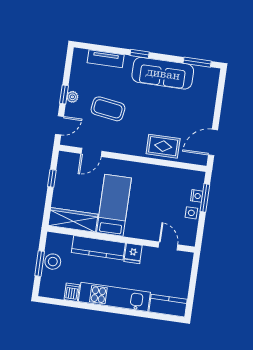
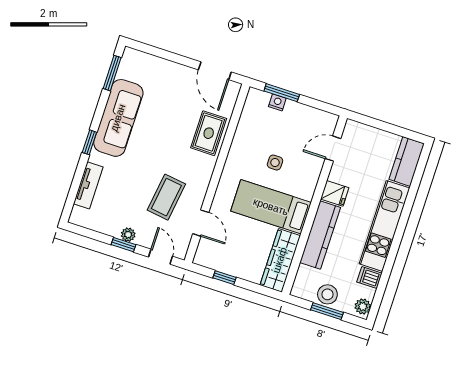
coffee table: (108, 109) -> (166, 197), moved
side table: (191, 213) -> (275, 163), moved
plant: (48, 291) -> (363, 306), added

